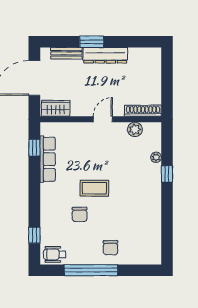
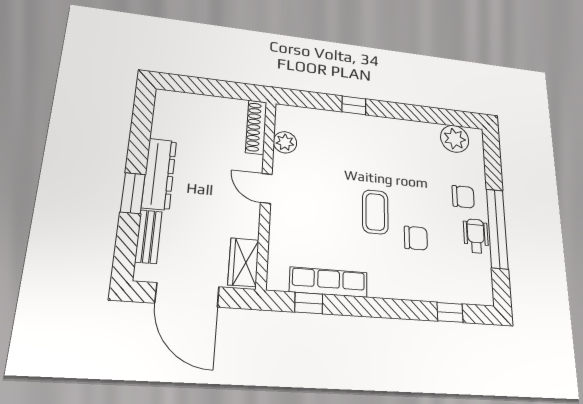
plant: (156, 157) -> (455, 139), moved, width x1.87, depth x1.87
wheelchair: (55, 254) -> (476, 236), moved, turned 180

